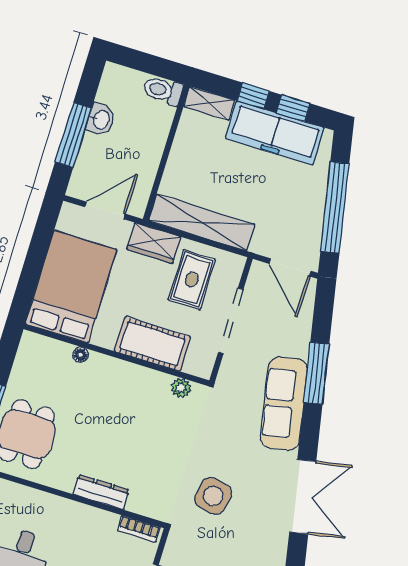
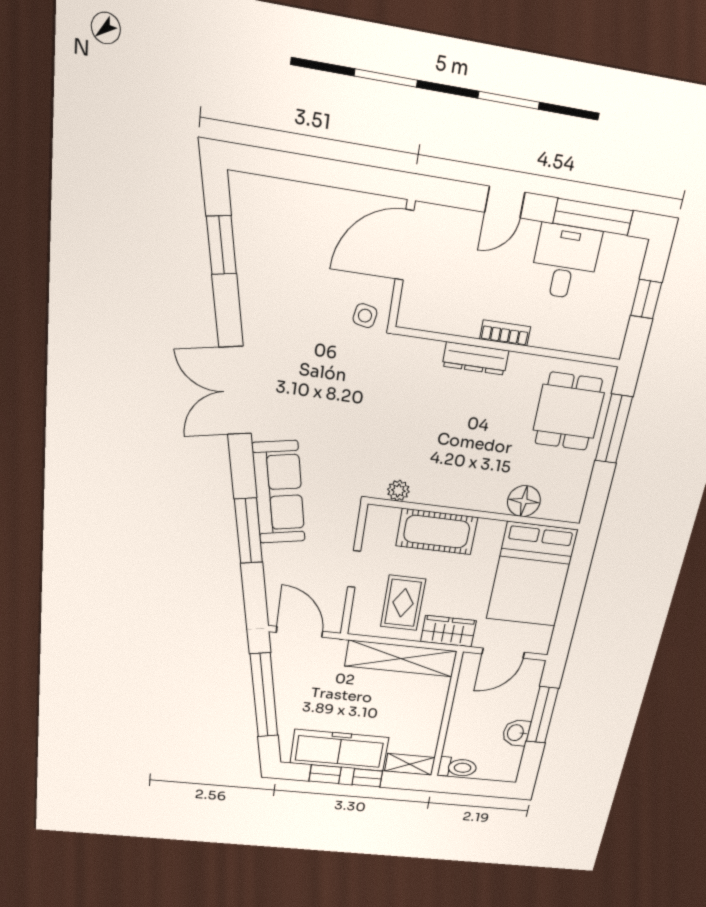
doorway: (231, 321) -> (354, 569), width x0.53
floor lamp: (80, 355) -> (524, 501), width x1.89, depth x1.89
side table: (213, 496) -> (365, 316), moved, width x0.54, depth x0.54
bookcase: (139, 529) -> (505, 333), moved

